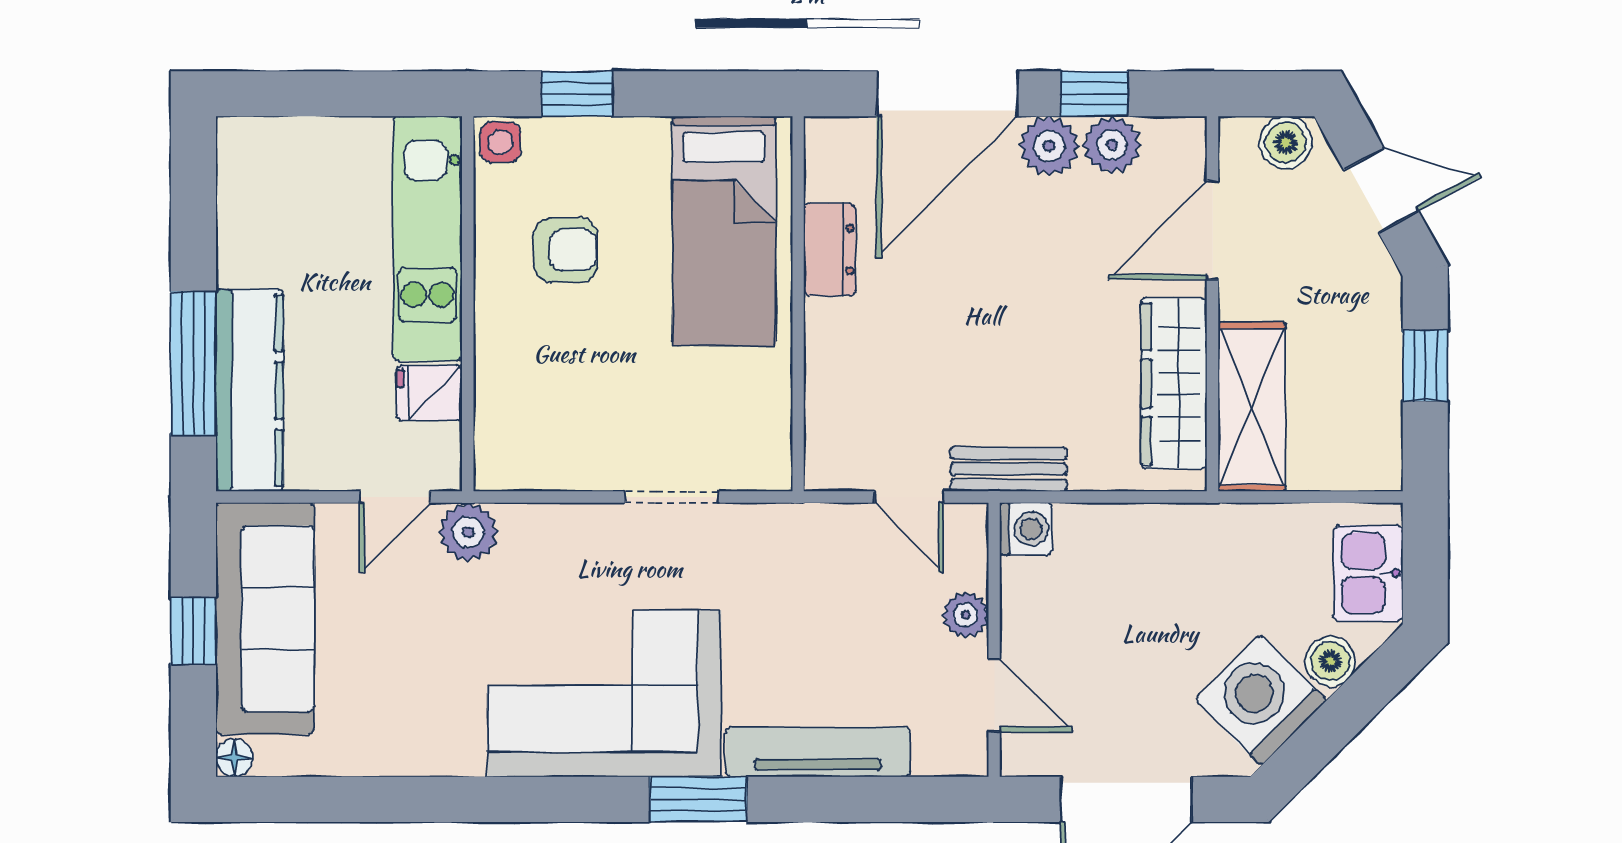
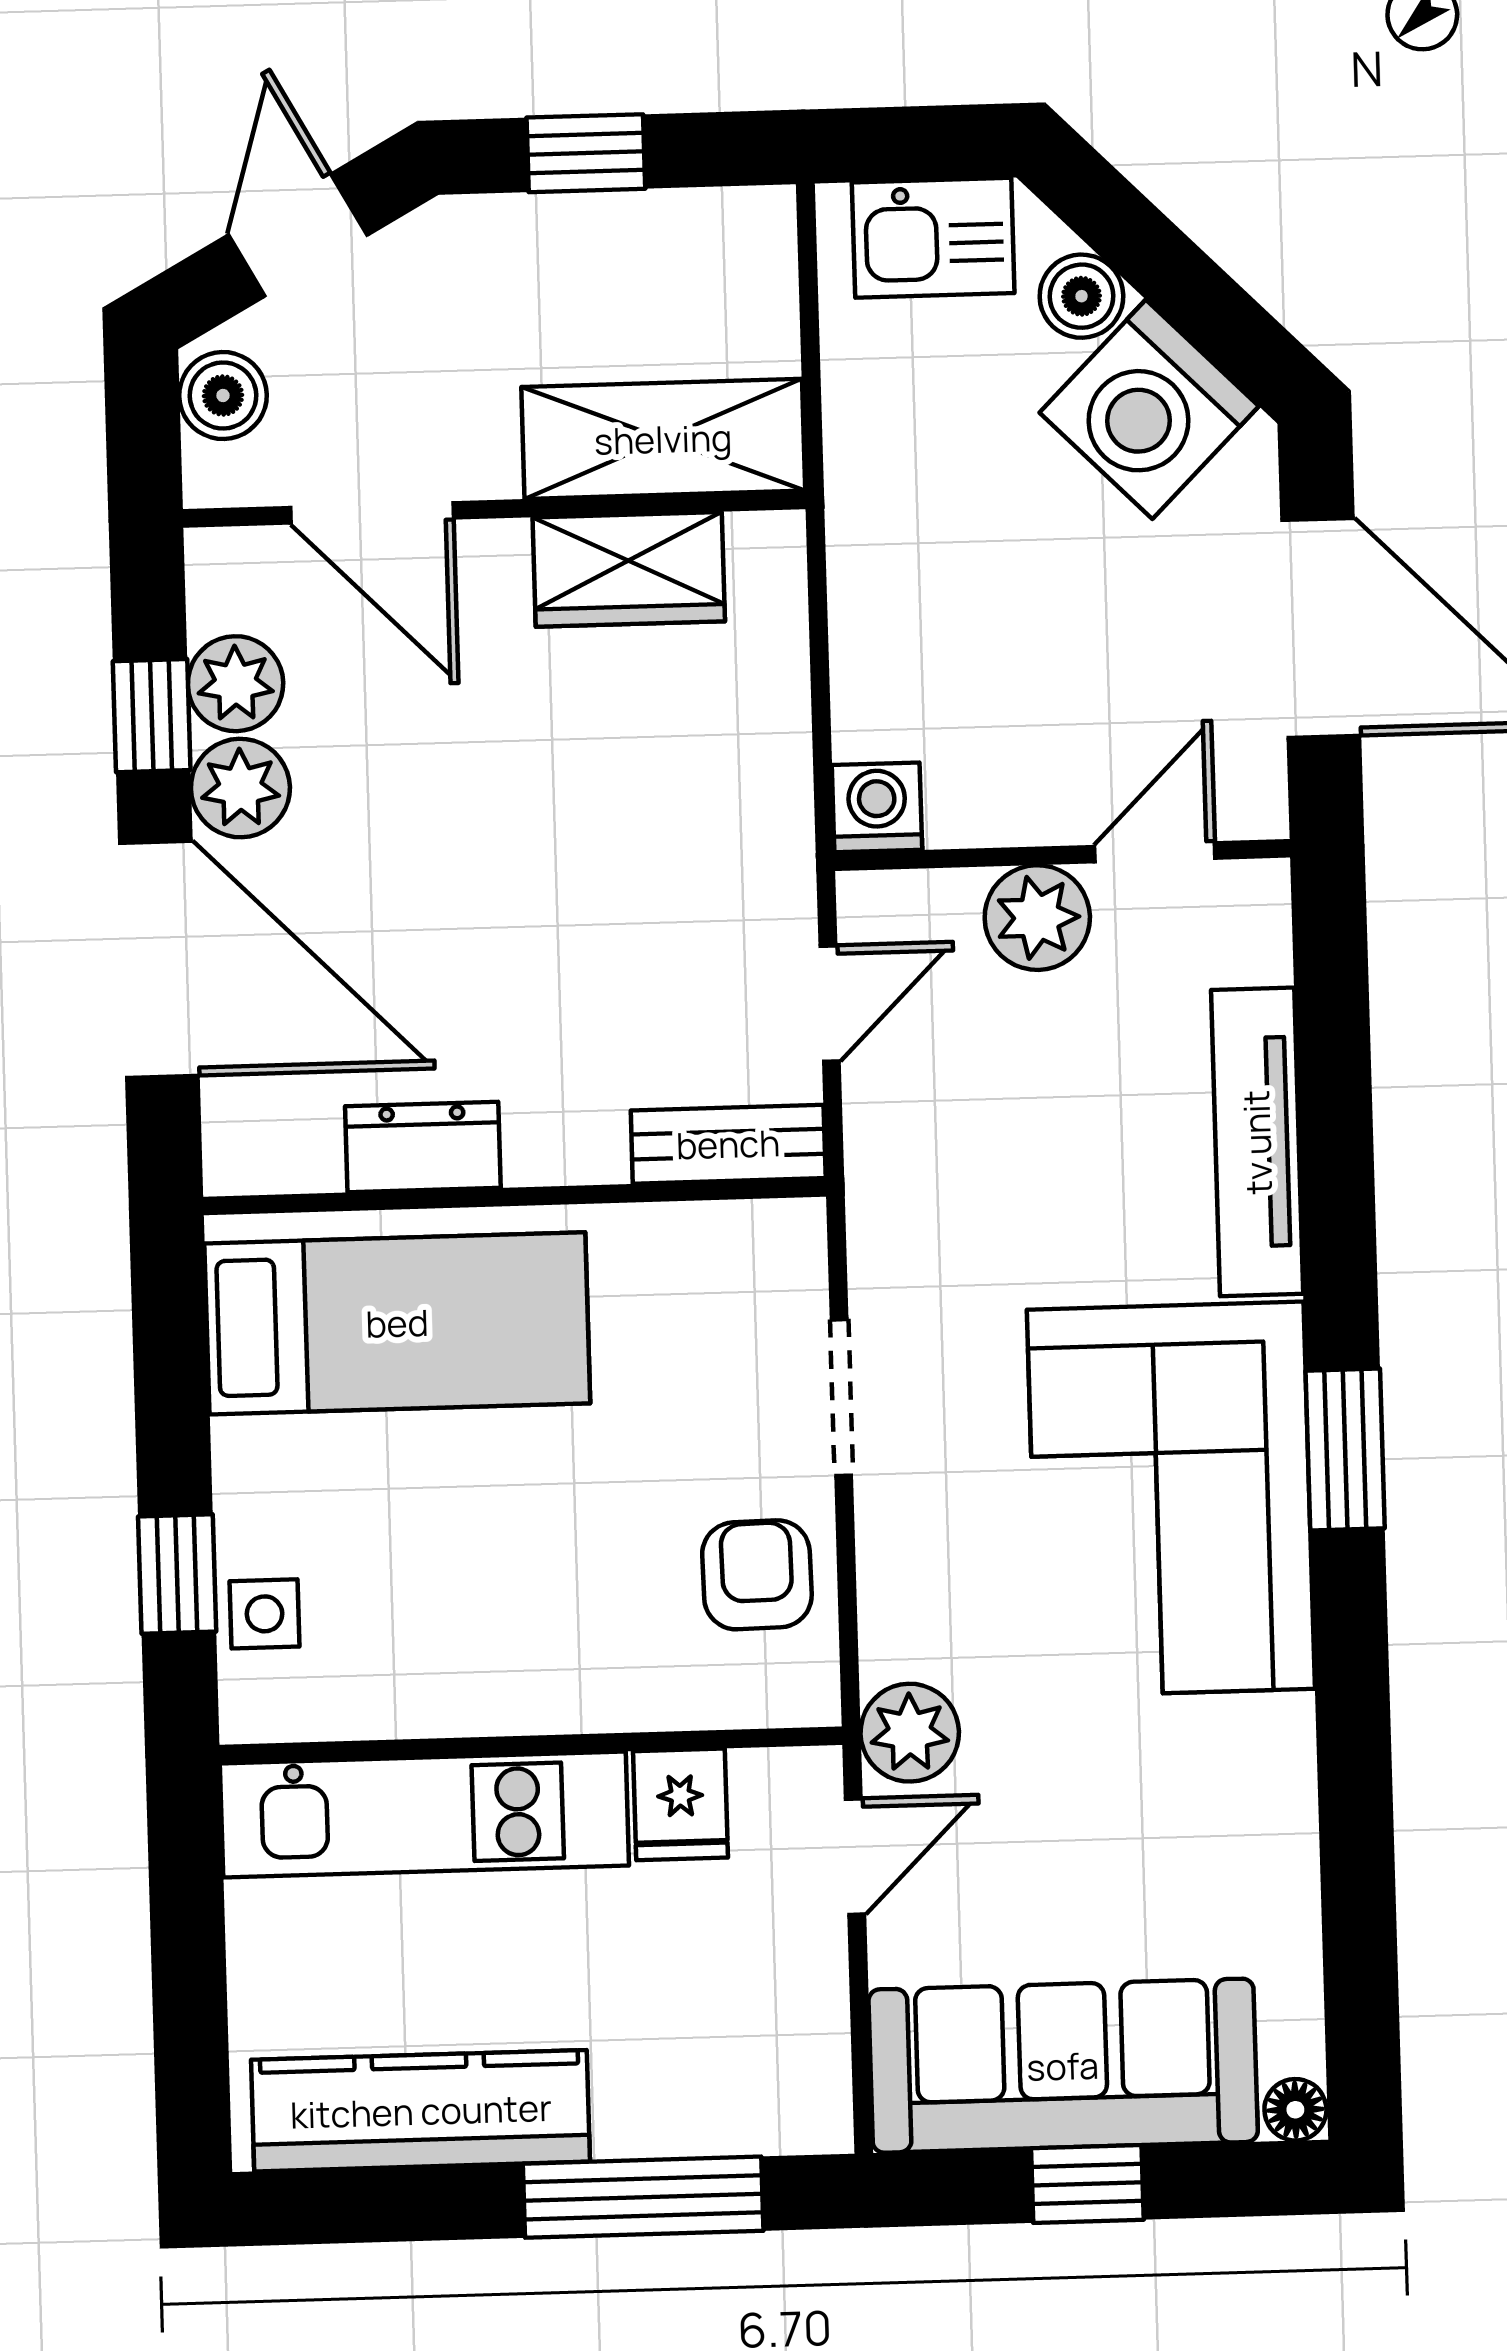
side table: (500, 142) -> (265, 1614), moved
armchair: (566, 250) -> (757, 1575), moved
wardrobe: (1174, 384) -> (629, 569), width x0.67
kitchen counter: (249, 390) -> (421, 2111), moved
bench: (1008, 469) -> (728, 1144), moved, turned 90
door: (395, 497) -> (855, 1857), hinge flipped
plant: (966, 615) -> (1037, 918), width x1.38, depth x1.38
window: (698, 799) -> (1345, 1449), moved

